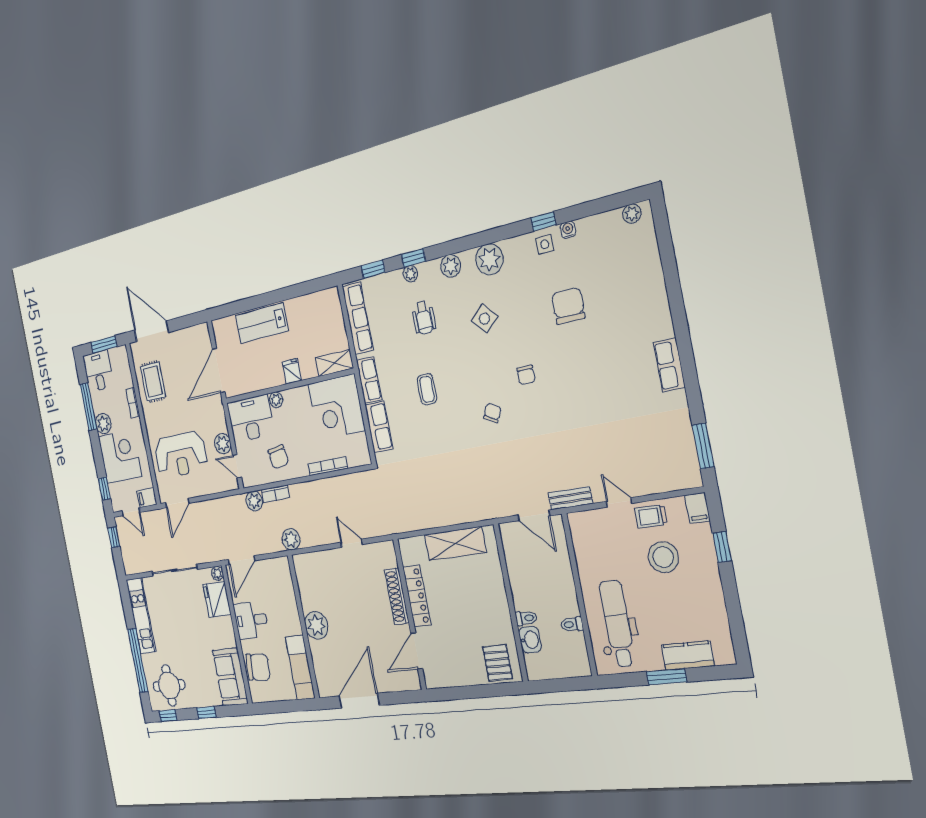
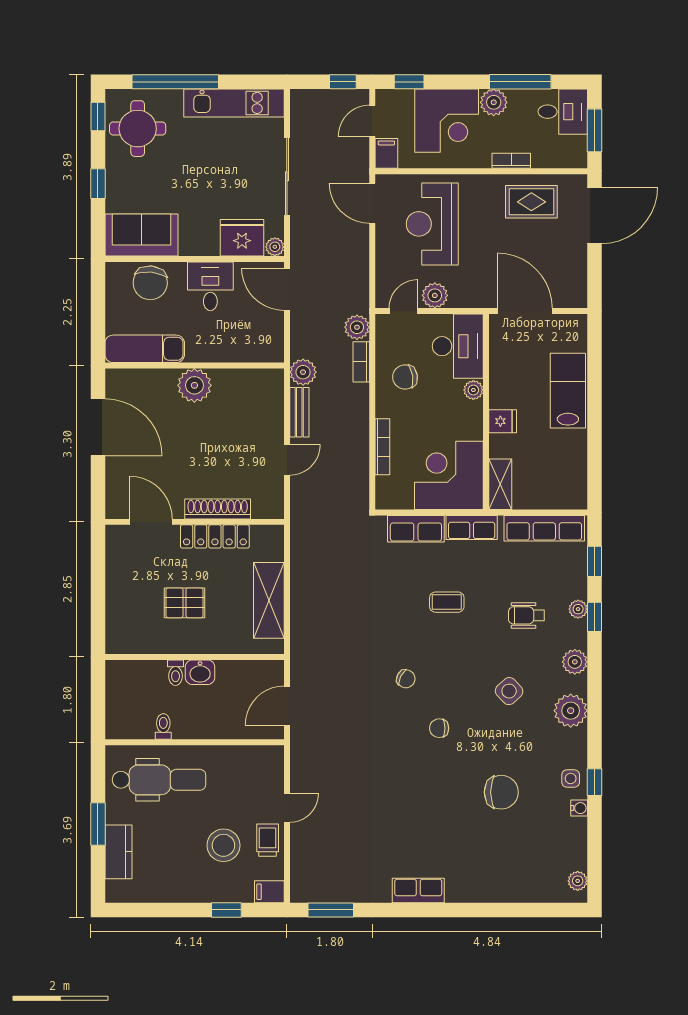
bench: (570, 498) -> (299, 412), moved
washbasin: (530, 640) -> (200, 672), moved
pallet: (498, 663) -> (184, 603), moved

